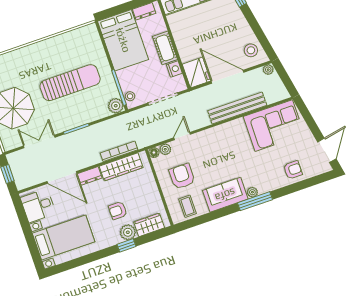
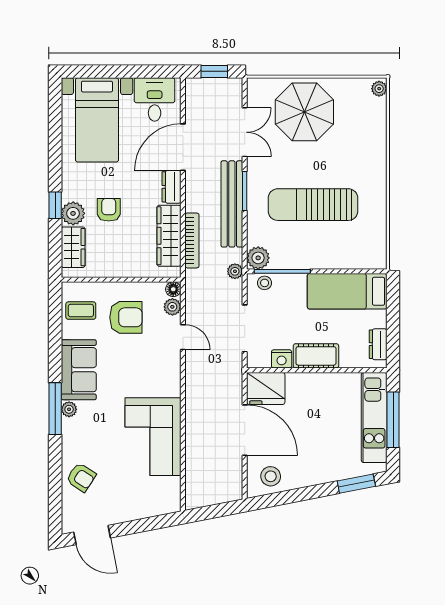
bed: (123, 40) -> (347, 291), width x0.67
plant: (268, 70) -> (235, 271), moved
door: (227, 77) -> (245, 430), hinge flipped
sun lounger: (70, 83) -> (313, 205), turned 90
bench: (237, 108) -> (232, 204), moved
corner sofa: (274, 126) -> (153, 437), moved
armchair: (293, 170) -> (81, 477), turned -57

